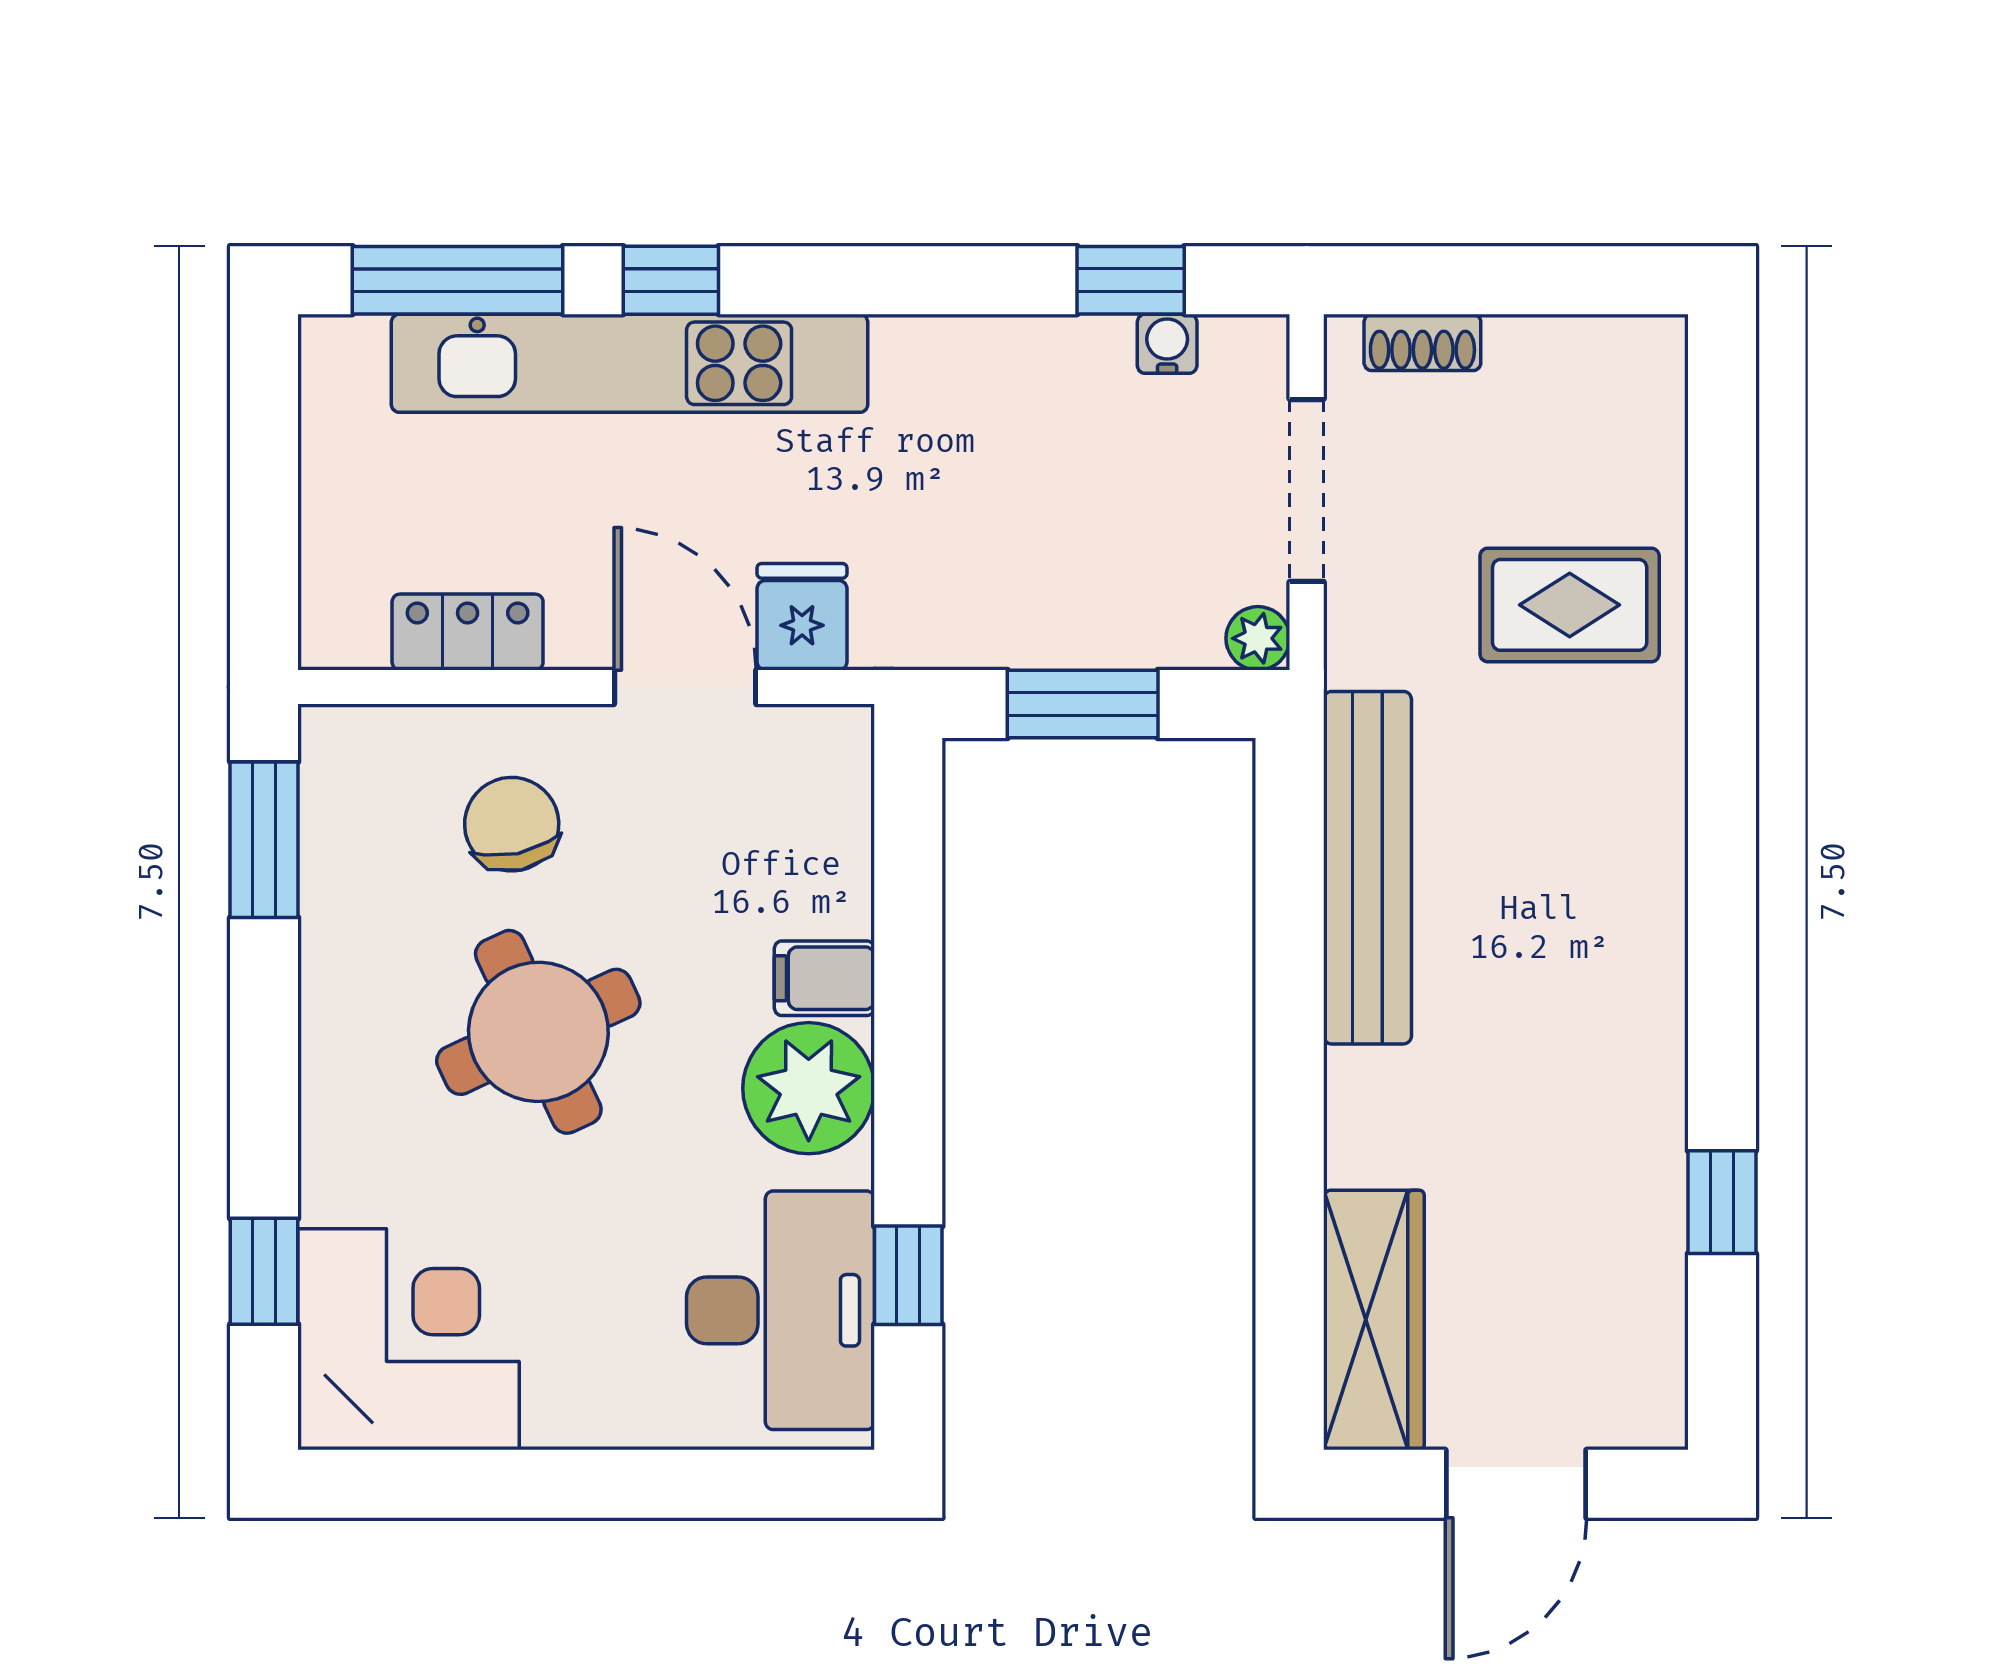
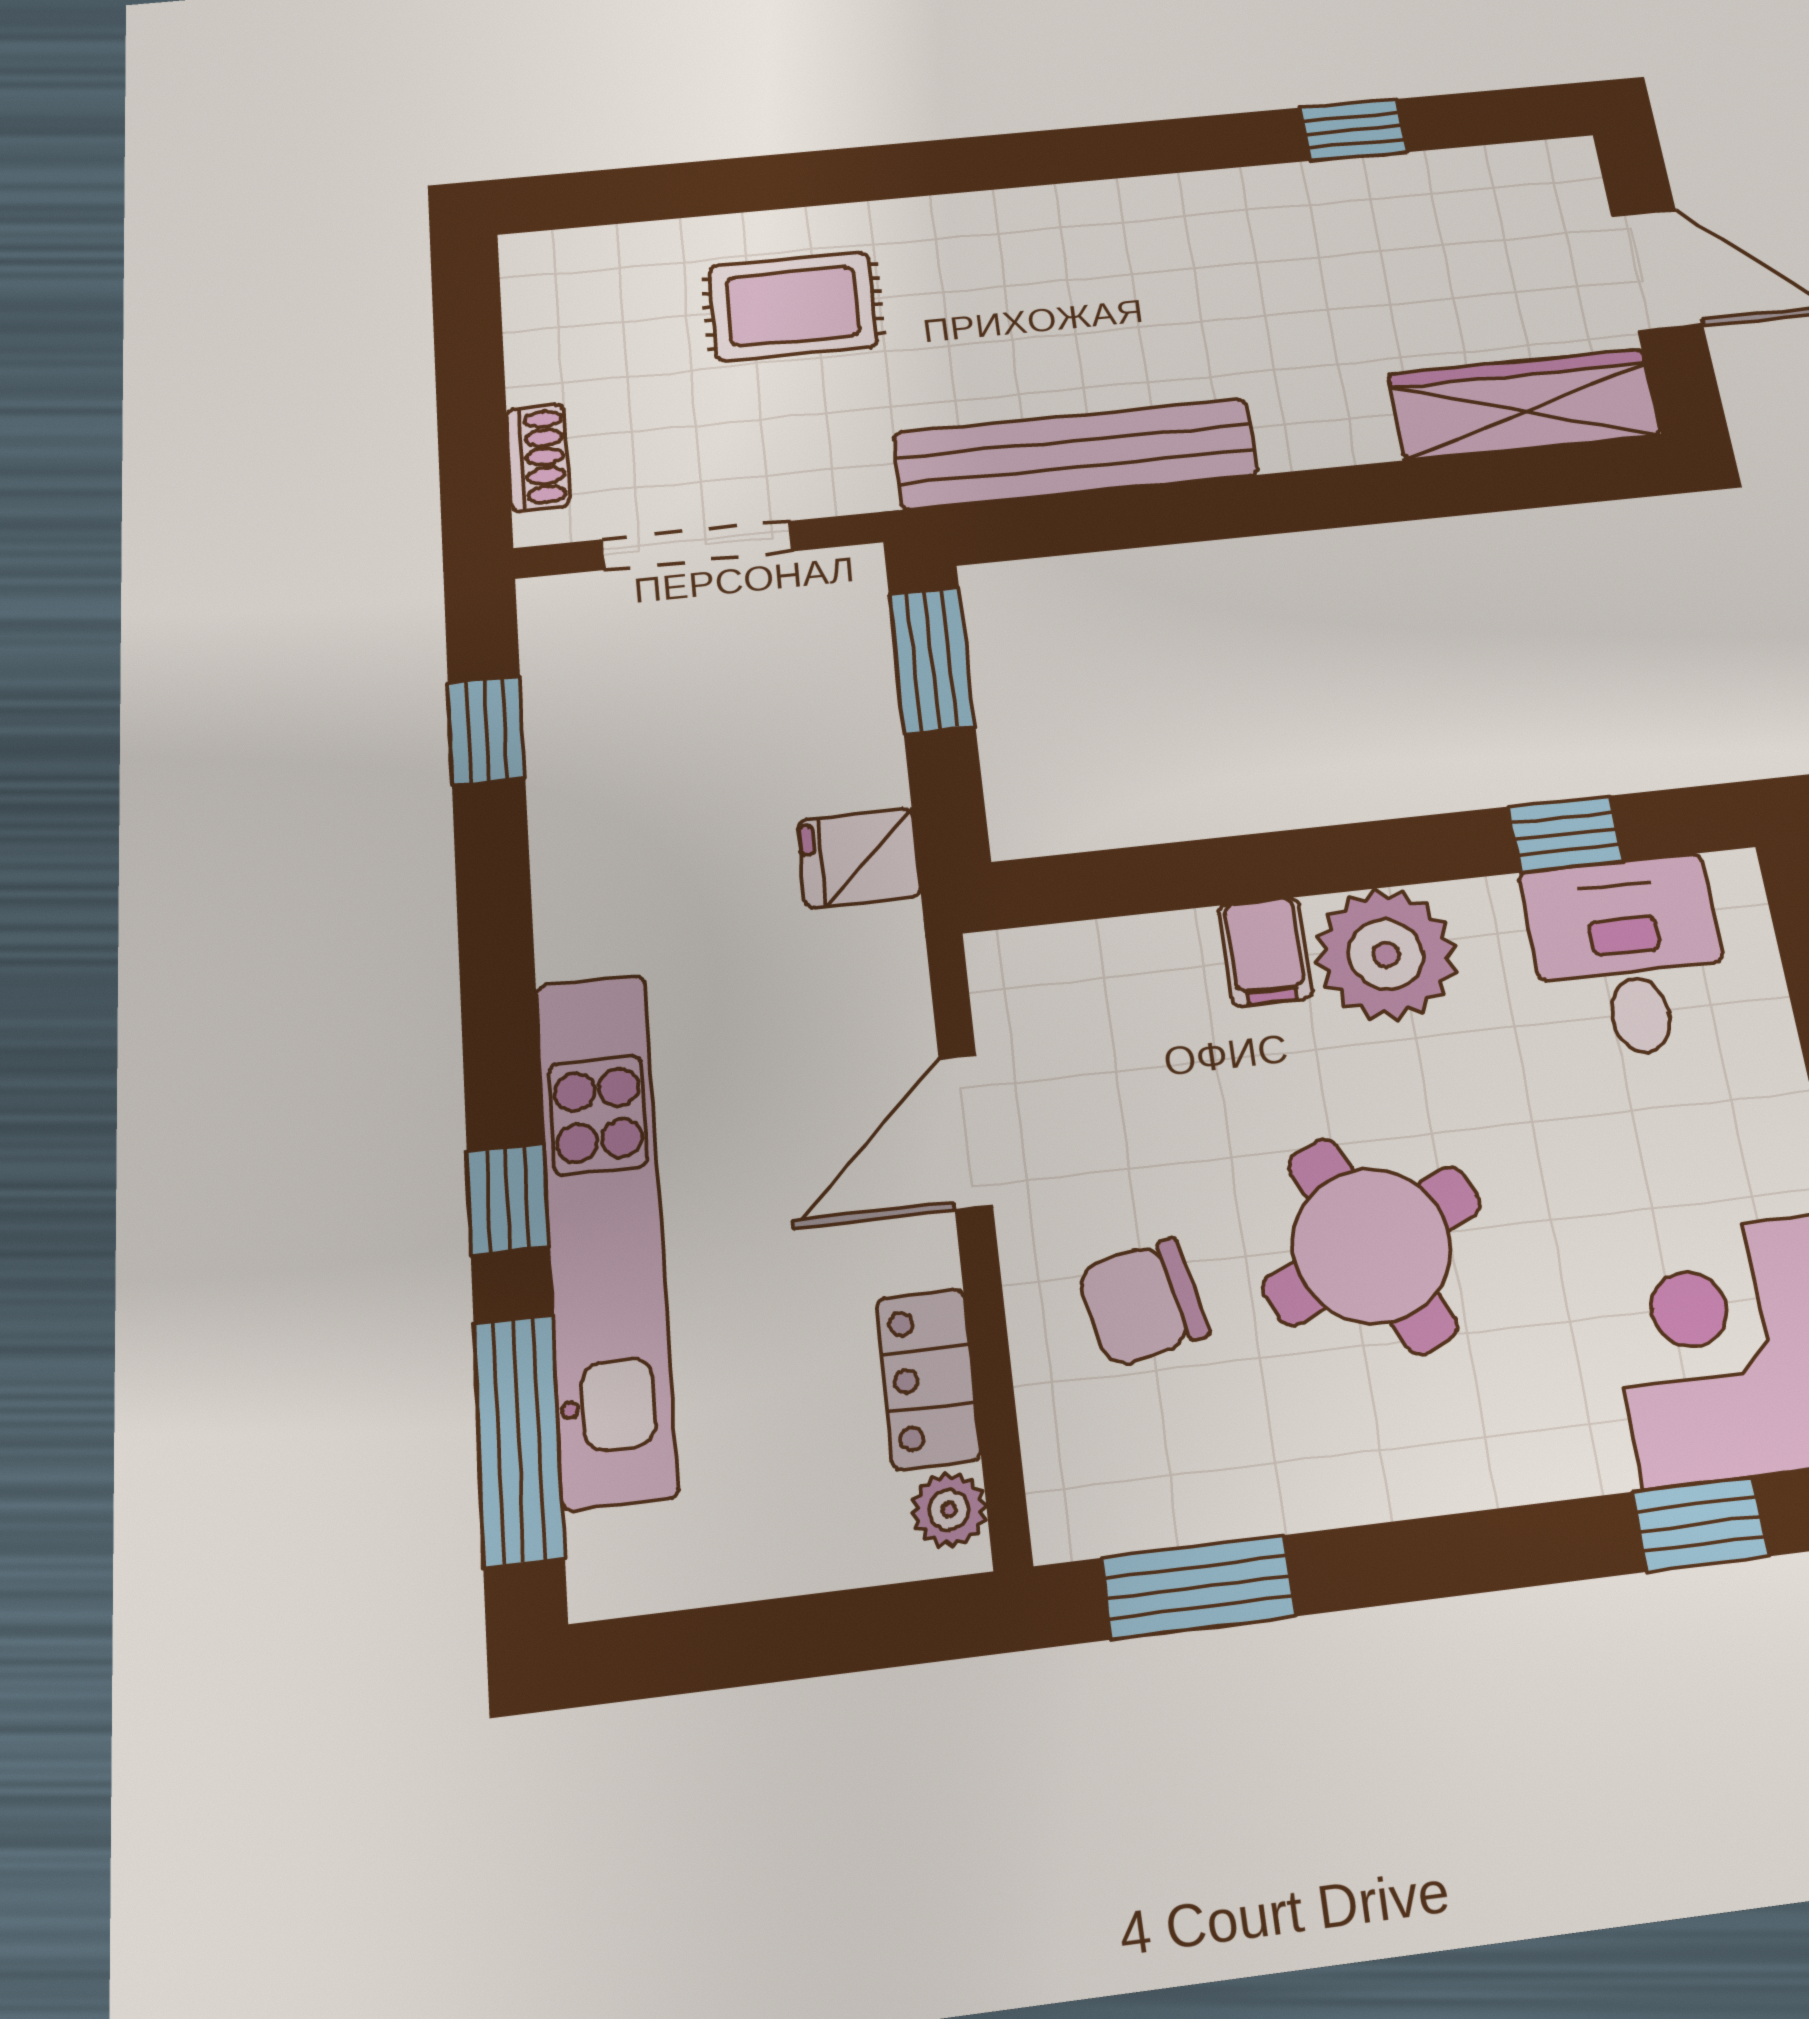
water cooler: (1167, 344) -> (552, 689), removed
rug: (1570, 605) -> (793, 306), turned 90
fridge: (802, 617) -> (859, 858), moved
plant: (1258, 638) -> (949, 1510), moved
window: (1083, 704) -> (932, 660), moved
desk: (780, 1310) -> (1629, 956), width x0.73

